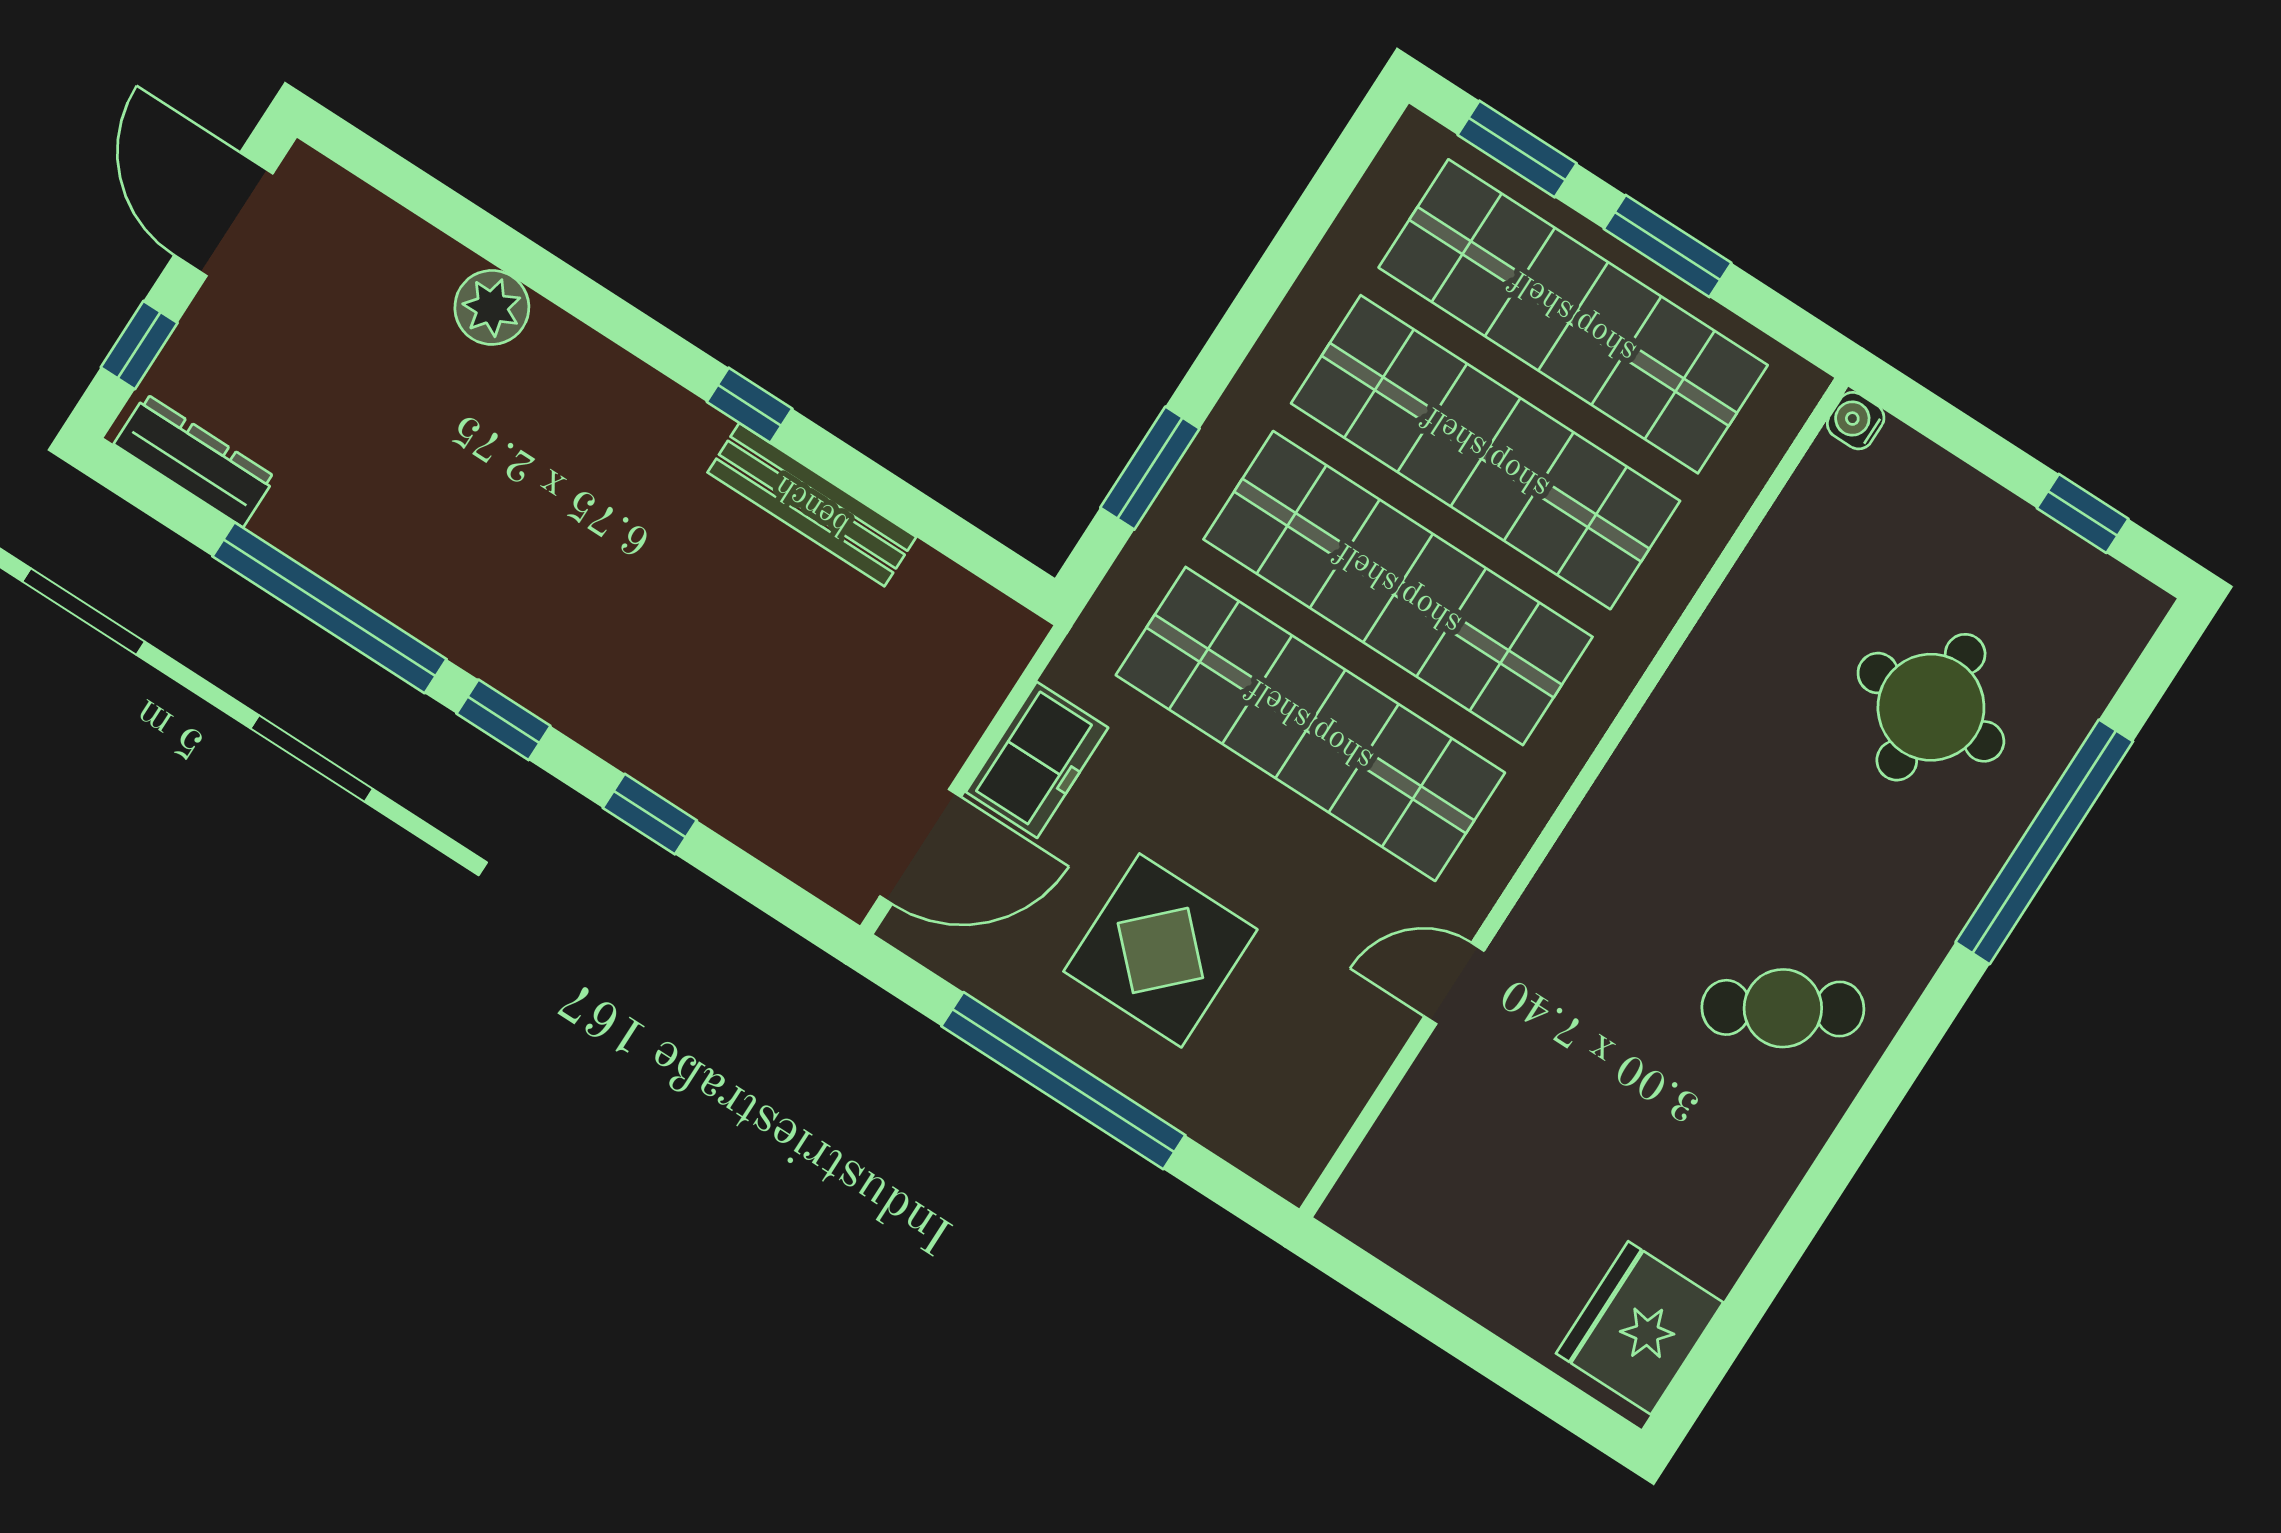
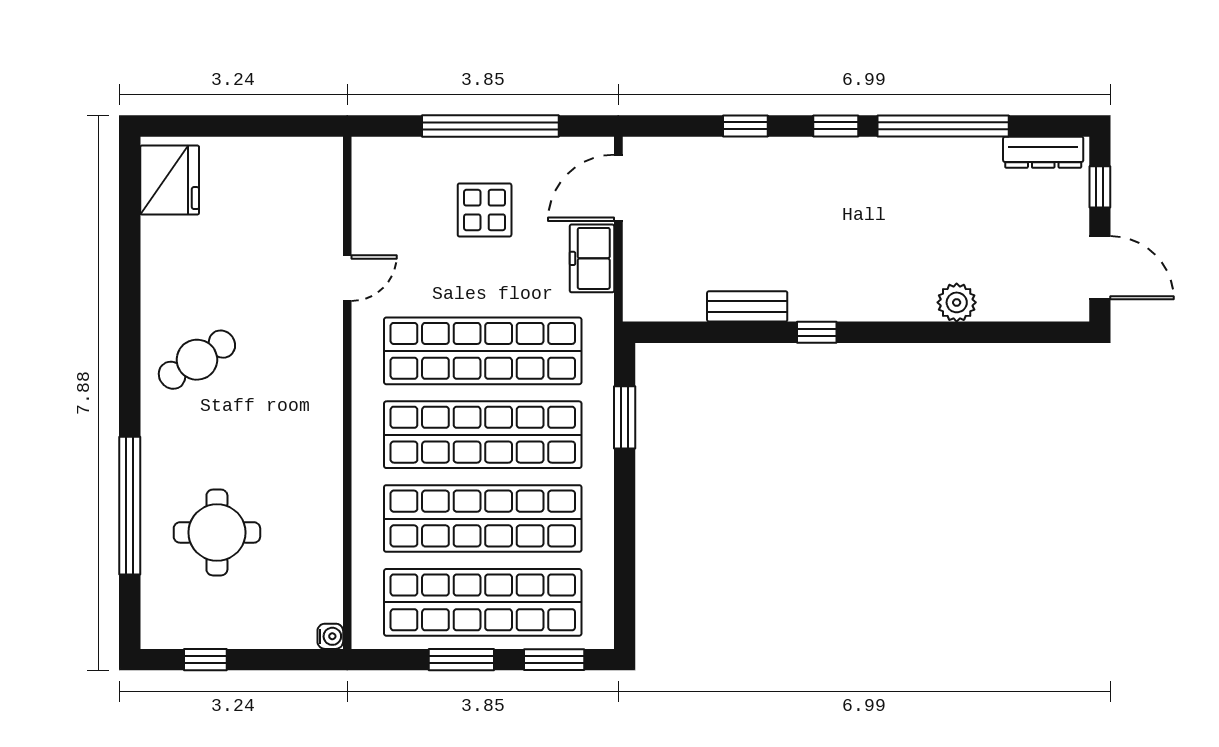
bench: (812, 505) -> (747, 306), width x0.73
display table: (1160, 950) -> (485, 210), width x0.73, depth x0.73

